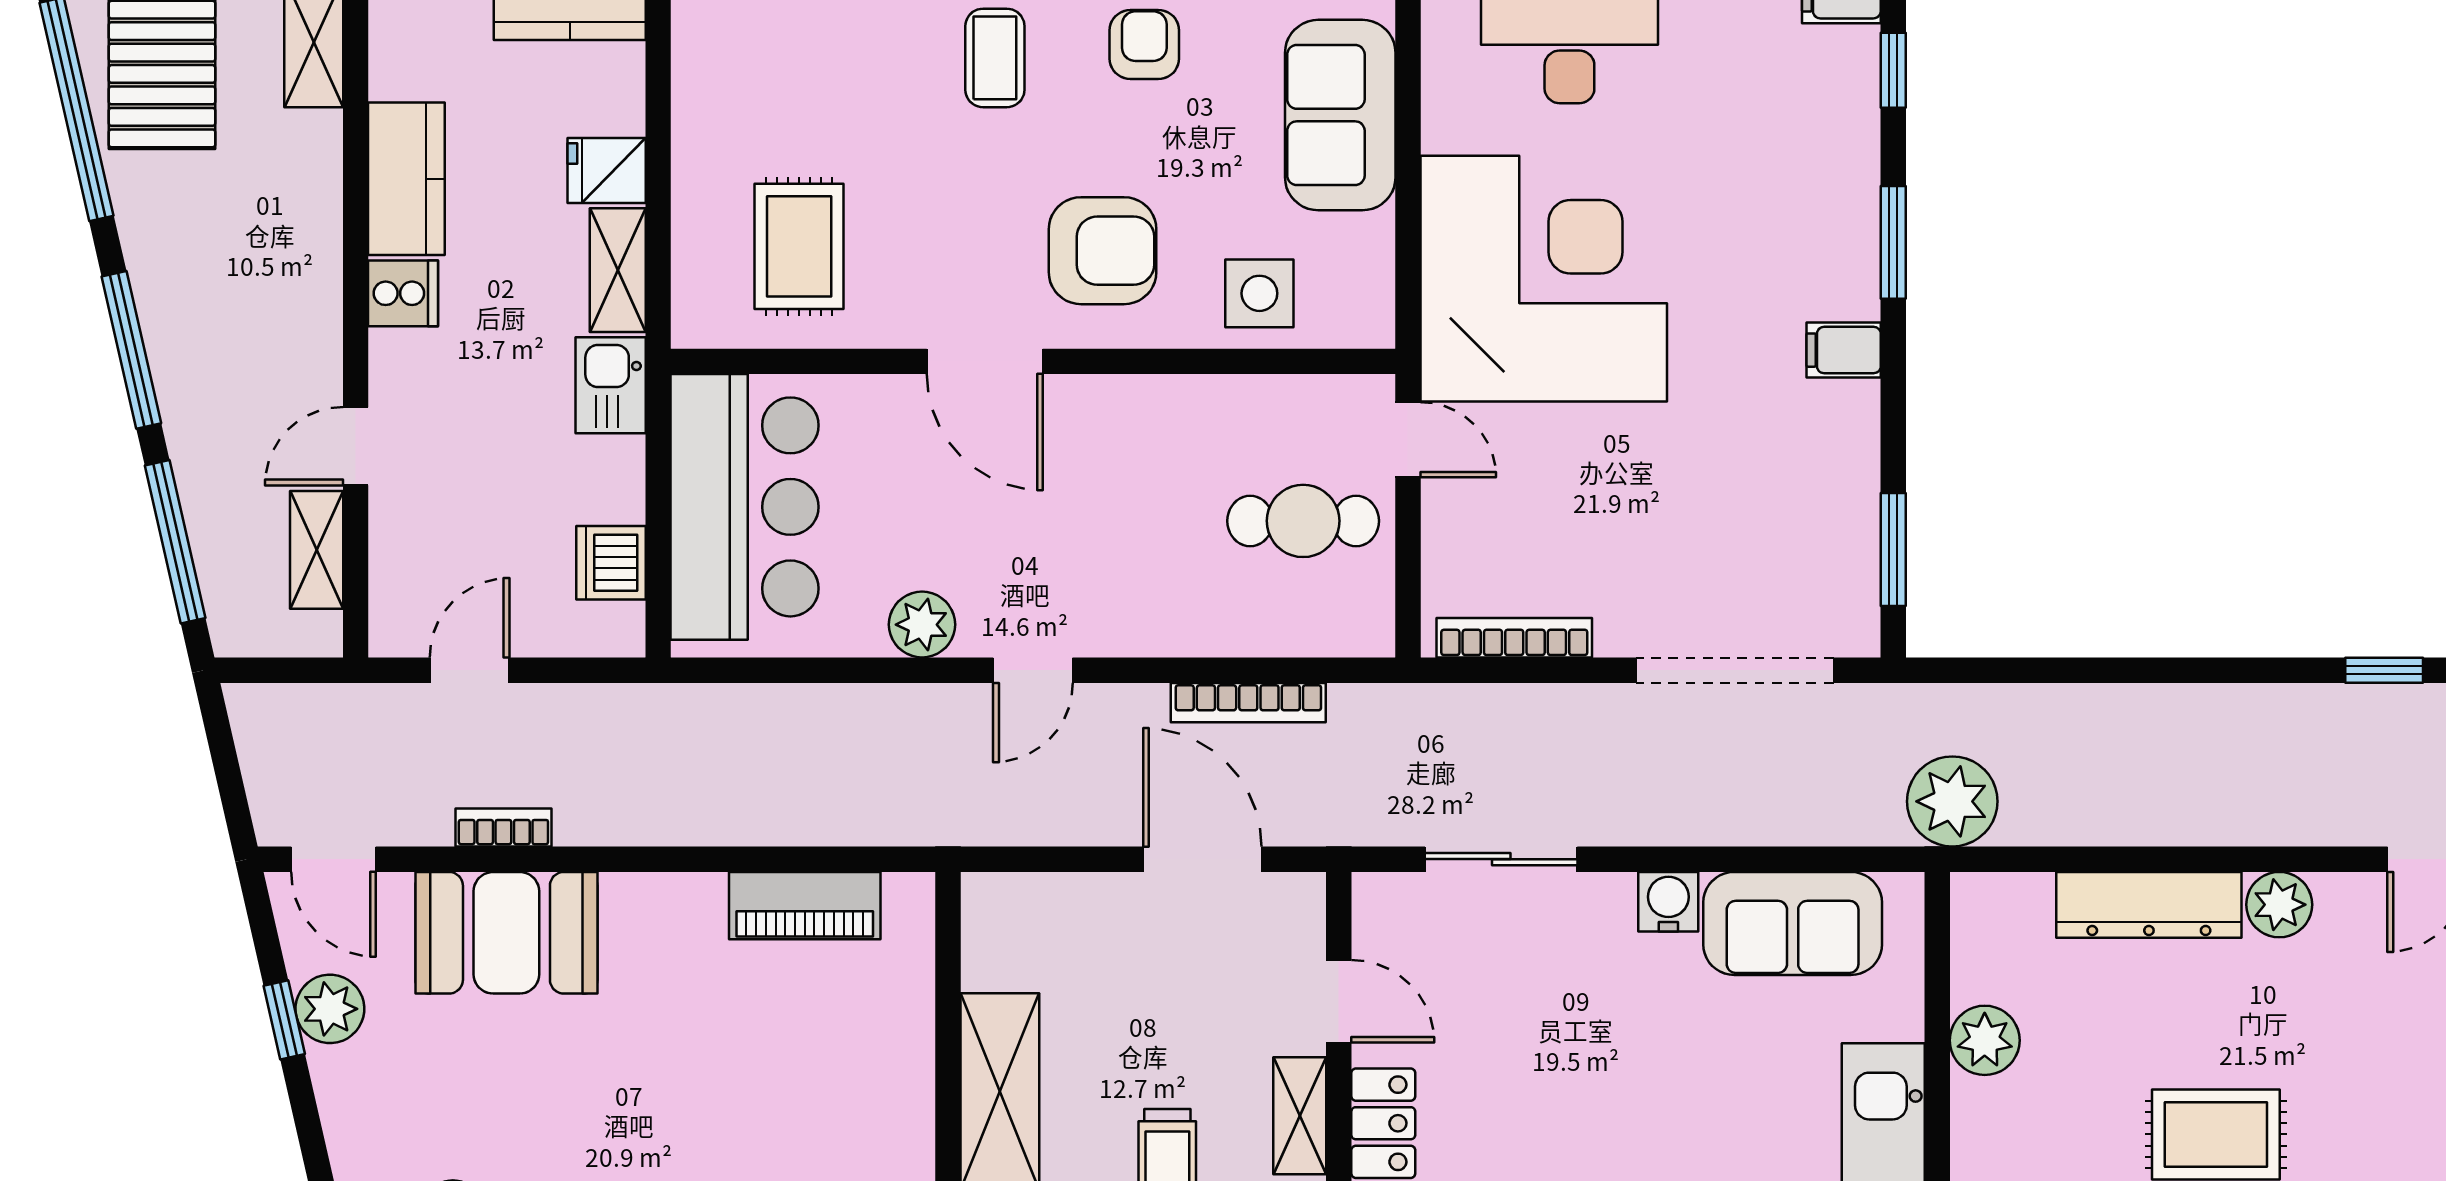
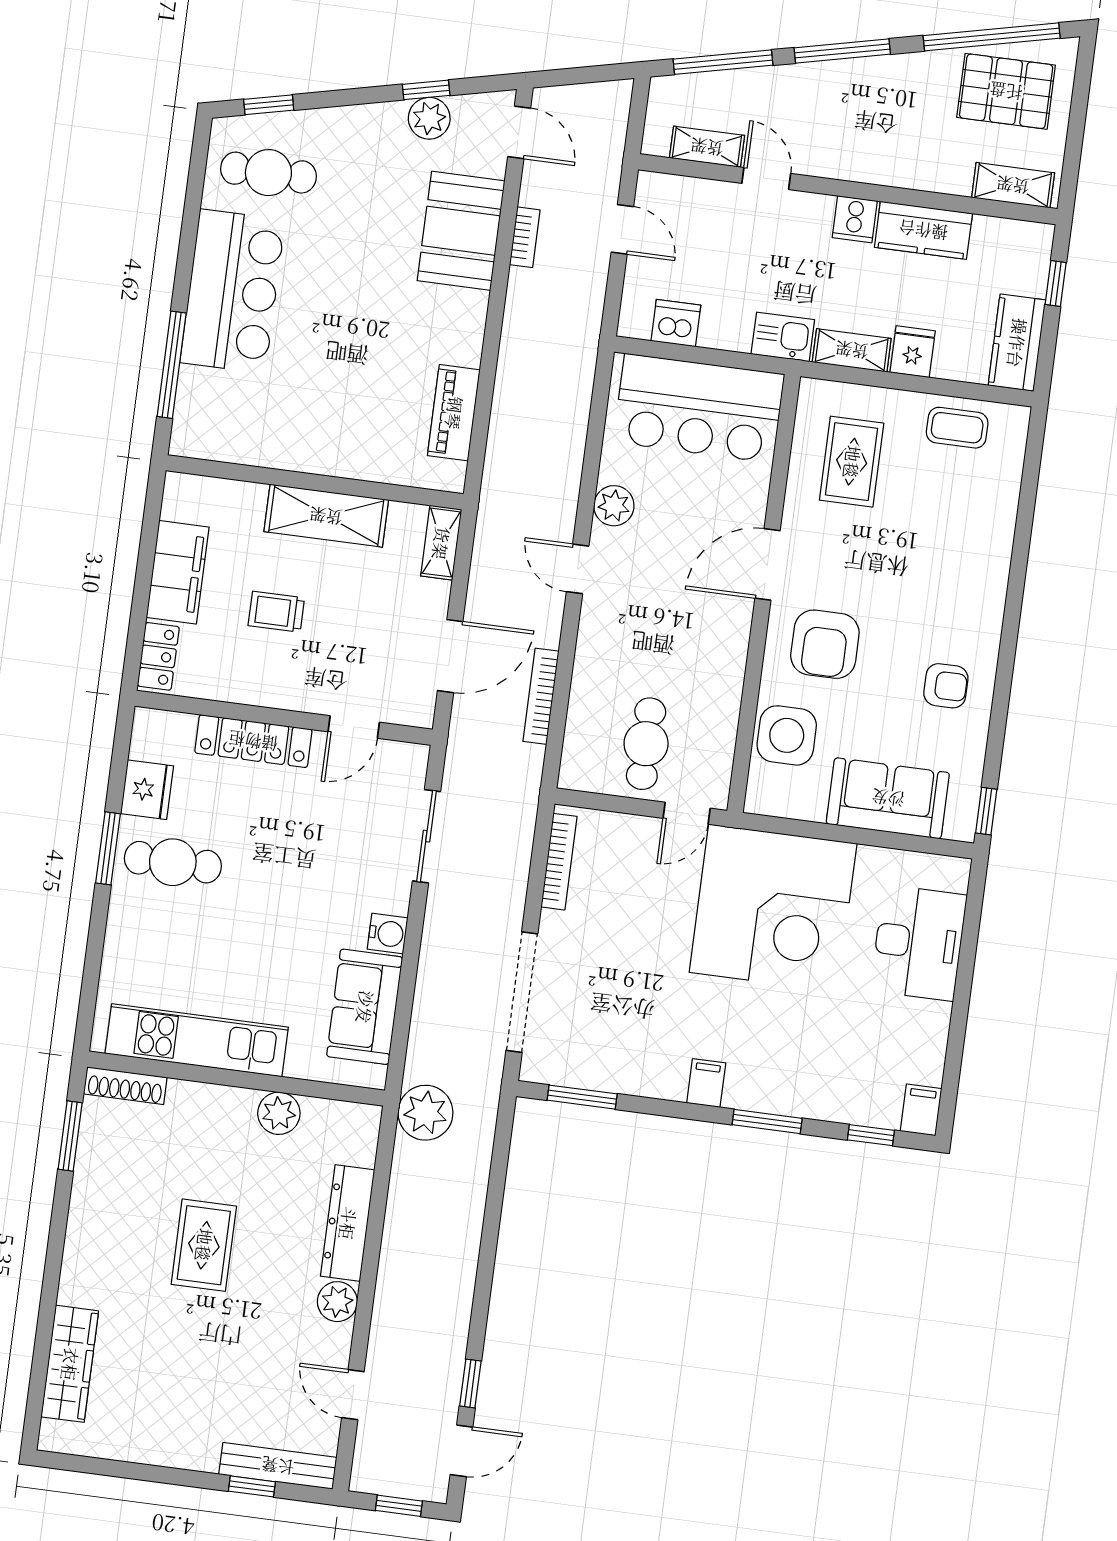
coffee table: (995, 58) -> (957, 428), moved
rug: (799, 246) -> (852, 462), turned 90
side table: (1259, 293) -> (787, 735), width x1.37, depth x1.37
door: (333, 859) -> (519, 132), swing flipped
shelving: (1300, 1116) -> (441, 543), moved, turned 90

